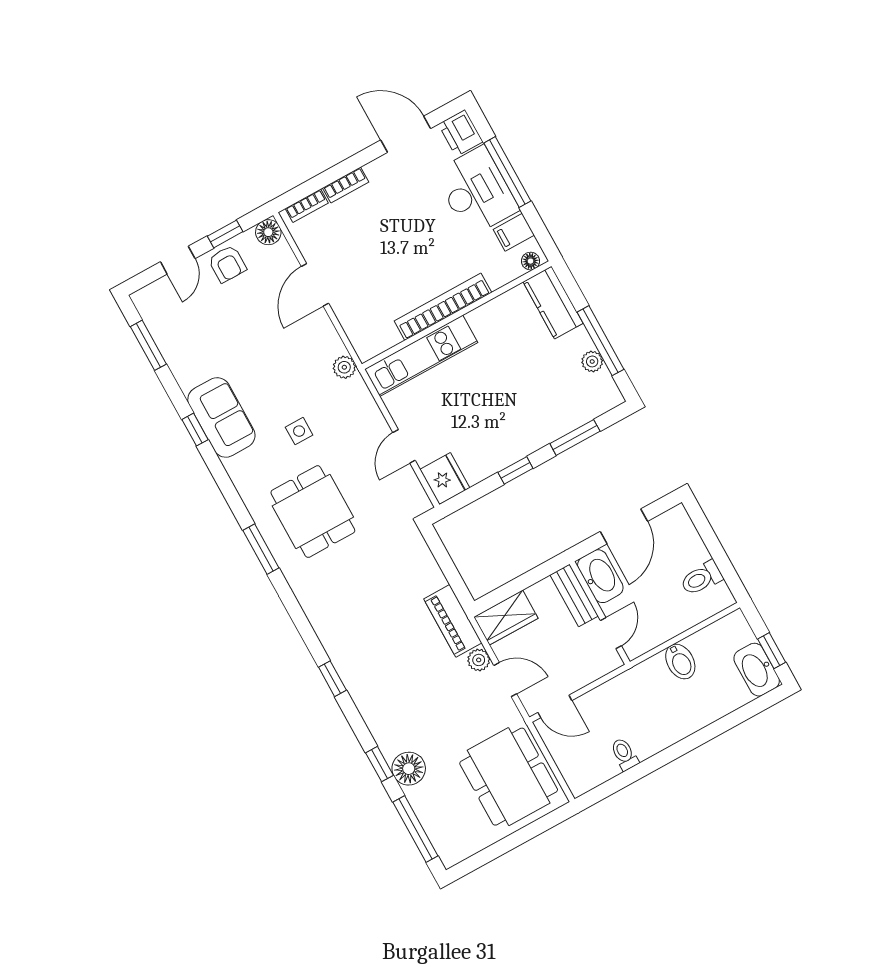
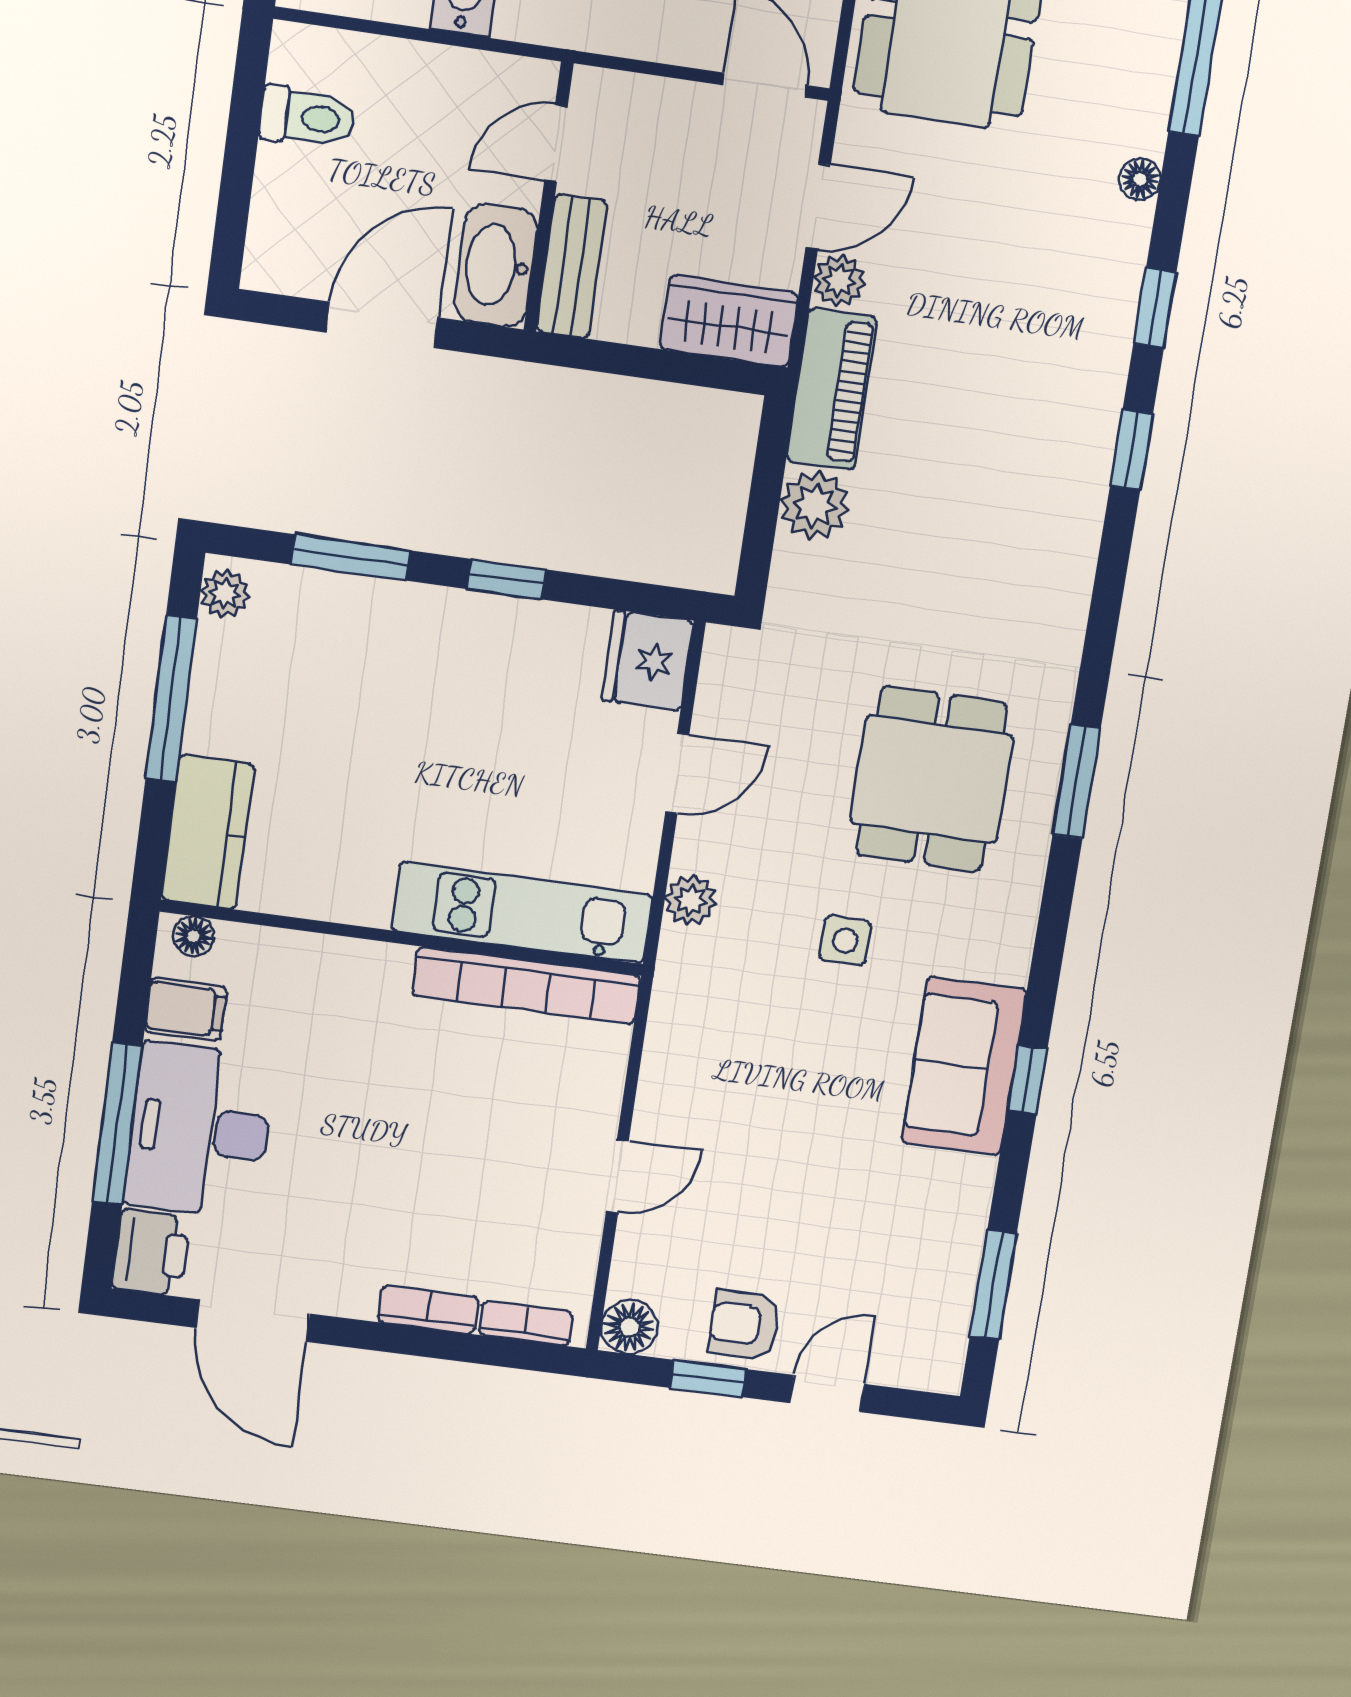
armchair: (227, 264) -> (745, 1325), turned -90
door: (315, 285) -> (617, 1176), width x0.73
bookcase: (443, 307) -> (526, 985), moved
plant: (592, 361) -> (225, 594), moved
plant: (344, 367) -> (691, 900), moved
plant: (428, 577) -> (815, 505), added
door: (505, 680) -> (818, 206), swing flipped
window: (380, 764) -> (1155, 308), moved
floor lamp: (409, 769) -> (1140, 179), width x0.53, depth x0.53

